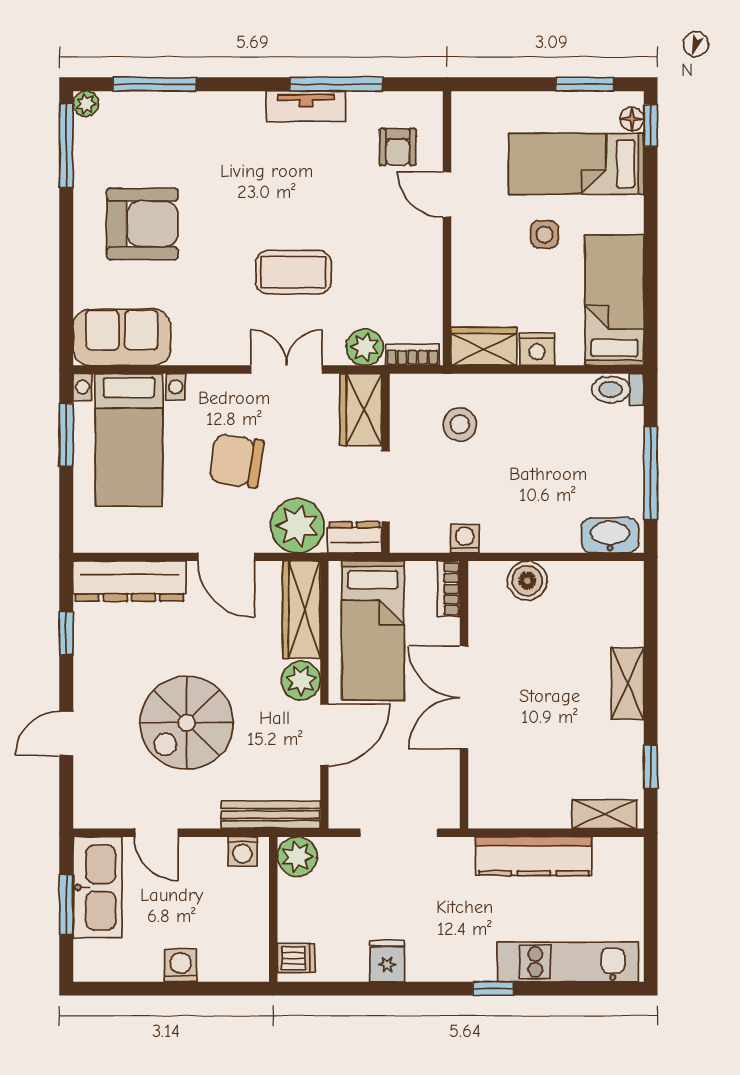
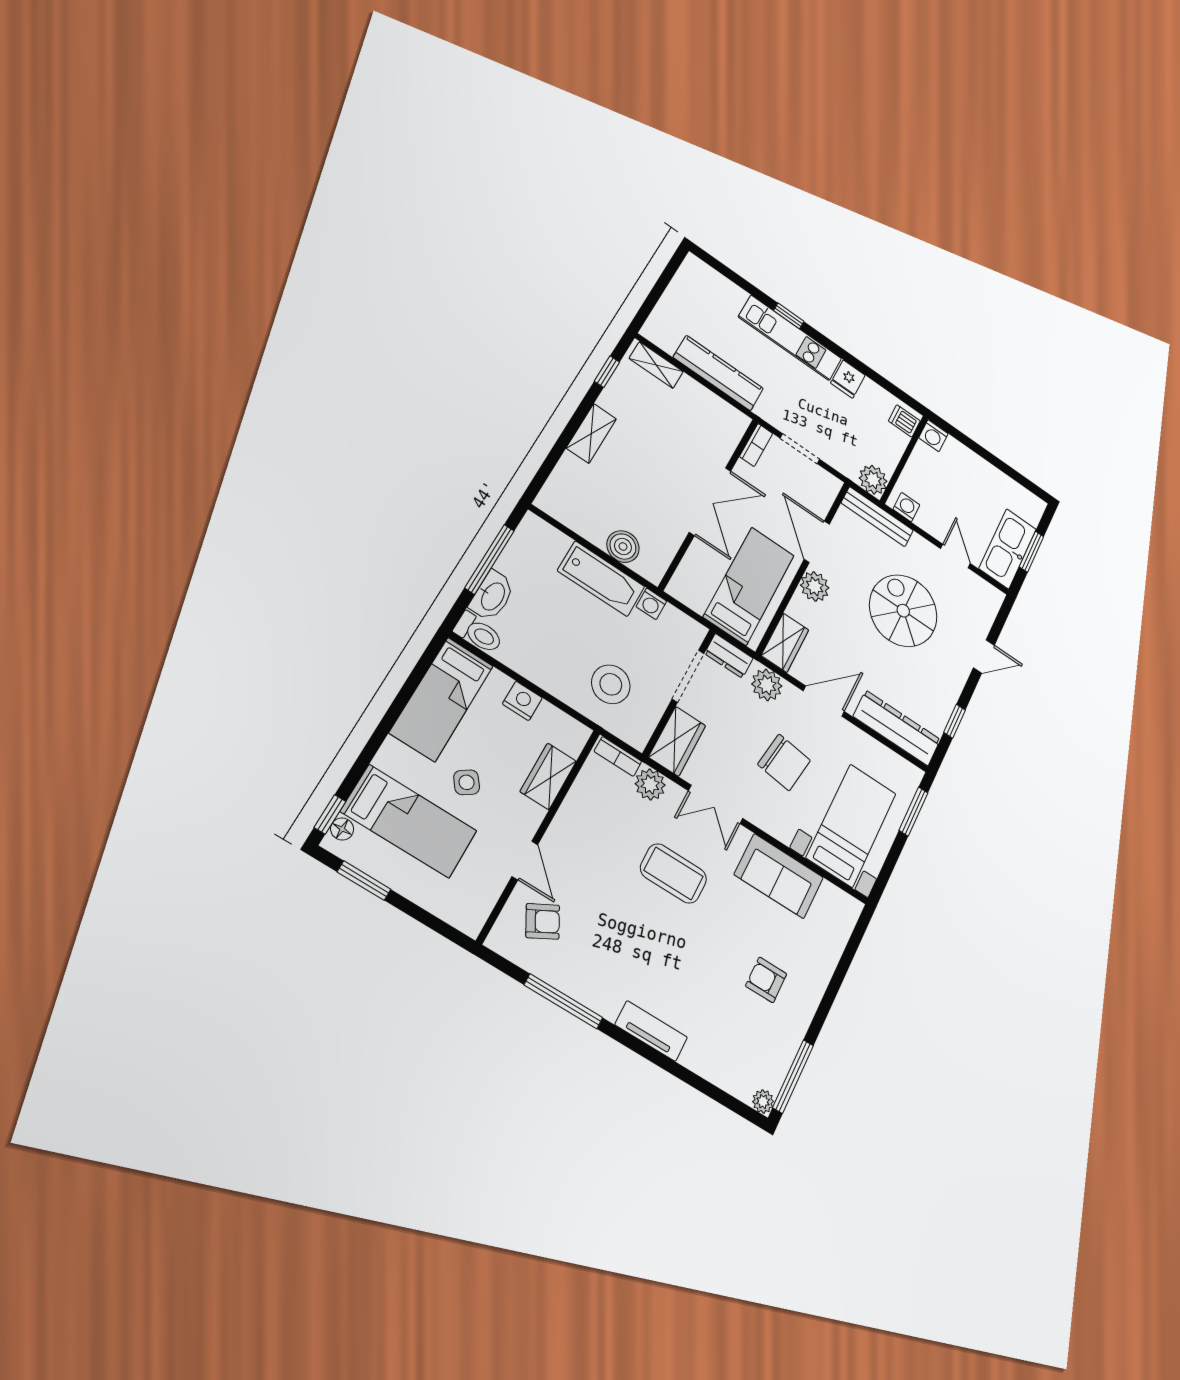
window: (155, 84) -> (704, 1086), removed
tv unit: (306, 106) -> (651, 1031), moved
armchair: (398, 147) -> (543, 921), turned 62
armchair: (142, 224) -> (766, 980), width x0.53, depth x0.53
side table: (544, 234) -> (467, 782), turned -36
sofa: (122, 337) -> (779, 876), moved
wardrobe: (484, 346) -> (548, 776), moved, turned 90
stool: (460, 424) -> (611, 684), width x1.38, depth x1.38
window: (66, 435) -> (913, 811), moved
plant: (297, 526) -> (767, 685), width x0.73, depth x0.73
bathtub: (530, 530) -> (601, 579), added
washbasin: (610, 535) -> (492, 596), moved, turned -90
door: (226, 557) -> (824, 701), hinge flipped
bookcase: (449, 589) -> (756, 445), moved
wardrobe: (301, 610) -> (785, 643), width x0.67
spiral stairs: (187, 723) -> (903, 611), turned -90
door: (324, 735) -> (817, 542), hinge flipped
doorway: (399, 833) -> (800, 449), width x0.73
kitchen unit: (568, 962) -> (790, 338), moved
washing machine: (181, 966) -> (933, 436), moved

